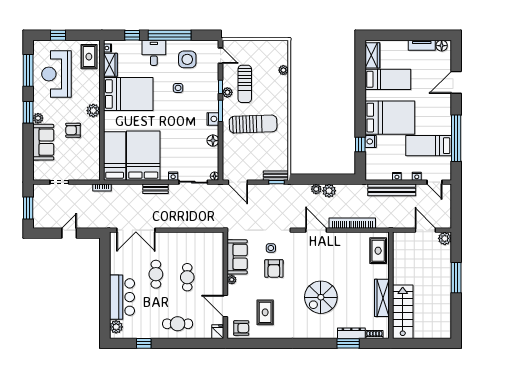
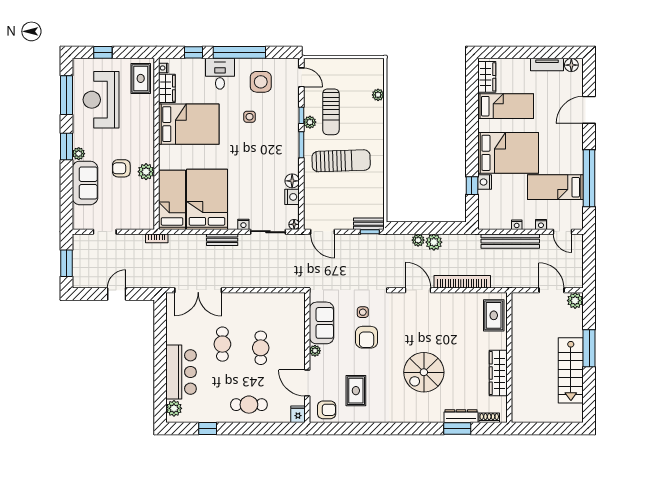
plant: (93, 111) -> (146, 172), moved
nightstand: (213, 119) -> (292, 197), moved
stairs: (403, 312) -> (571, 370), moved, turned 180

